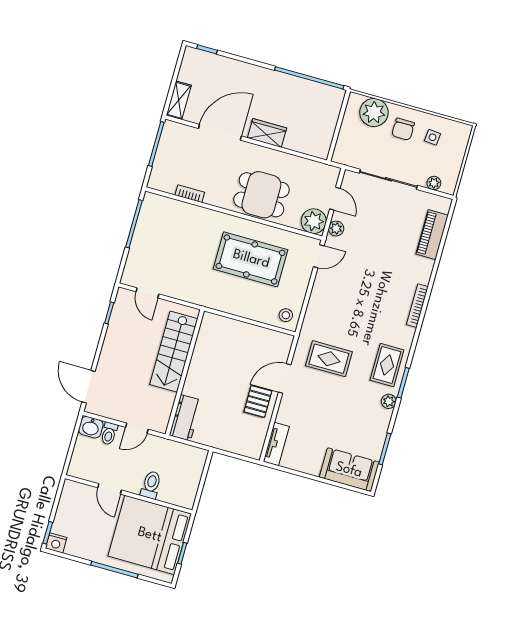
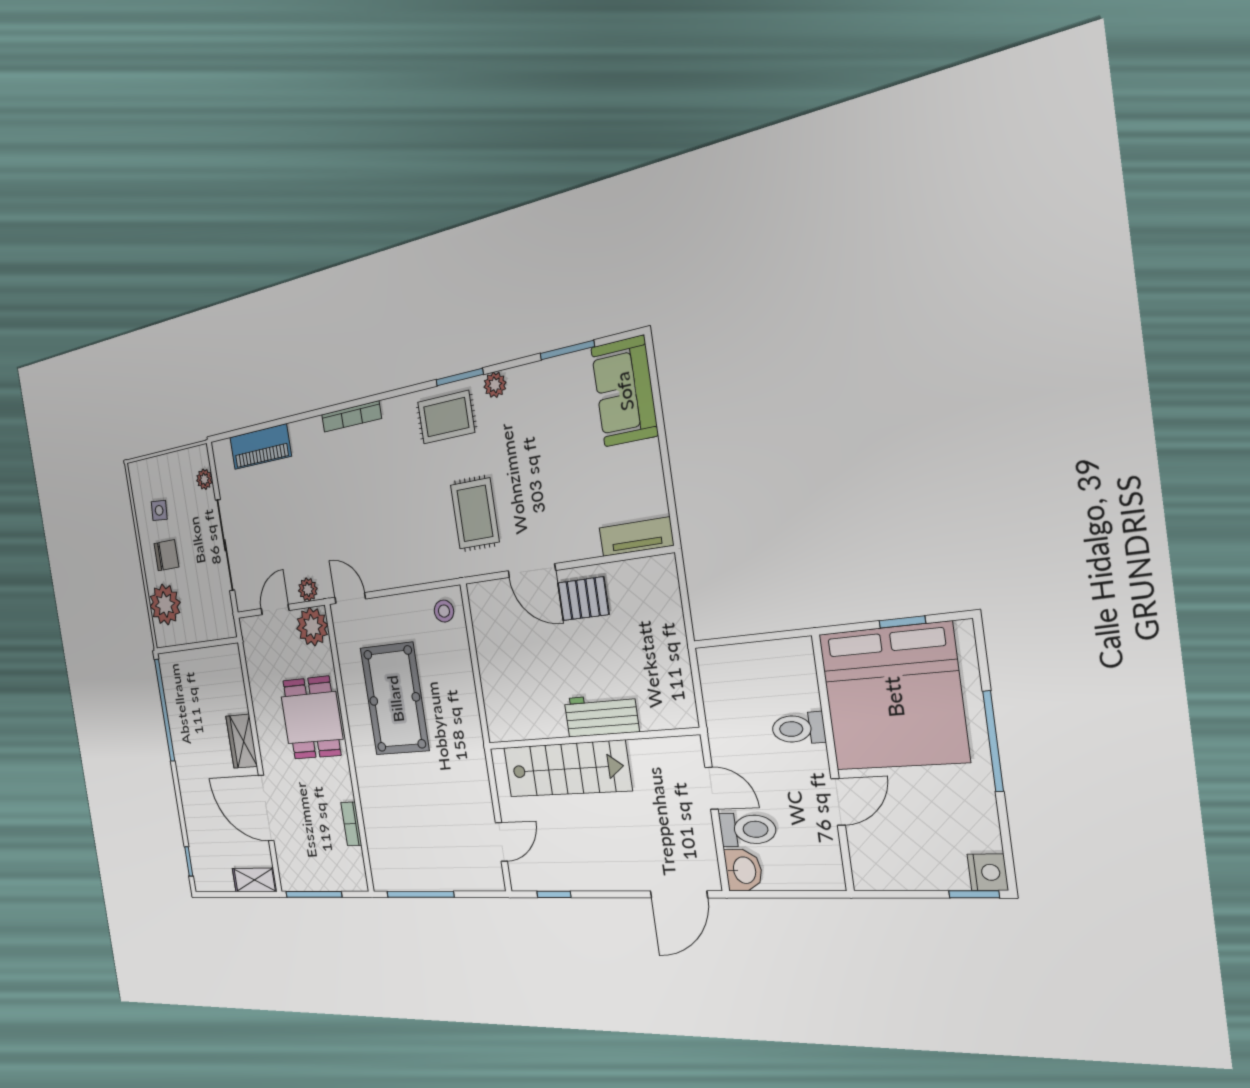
workbench: (185, 418) -> (601, 715), moved
toilet: (109, 434) -> (748, 830), width x1.37, depth x1.39

